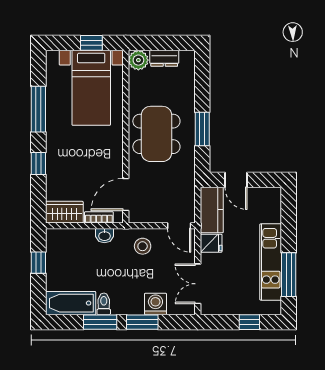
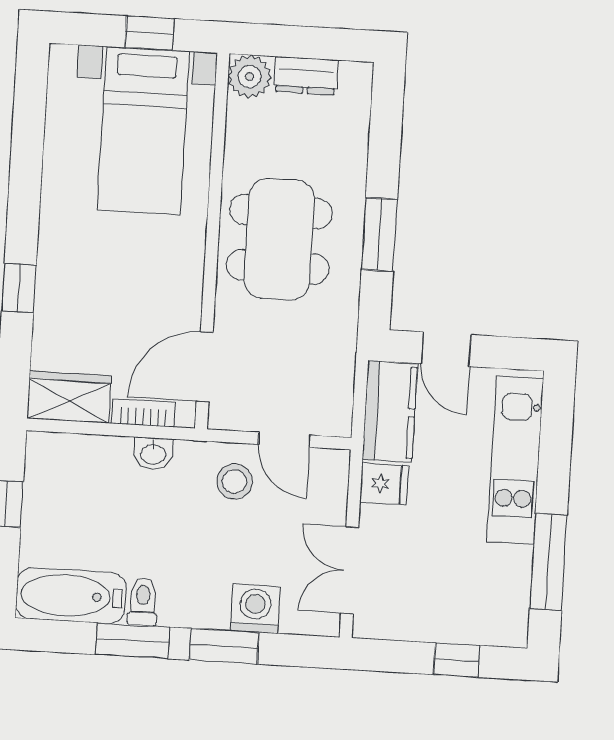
window: (38, 109) -> (26, 170), removed
door: (179, 226) -> (284, 440), moved
kitchen unit: (271, 262) -> (515, 460), moved

